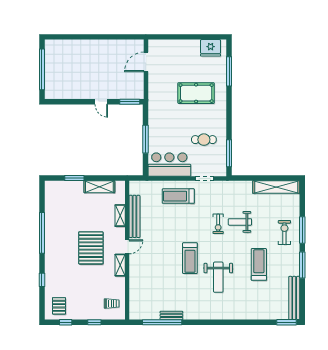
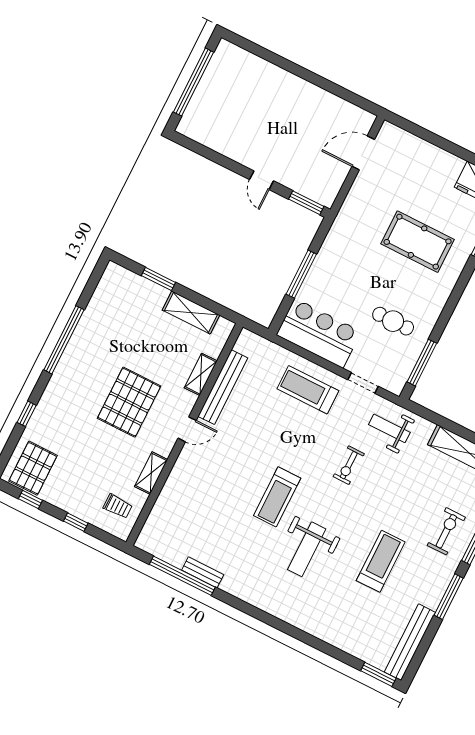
weight bench: (240, 222) -> (389, 428), moved
shelving: (120, 265) -> (151, 473), moved
pallet: (59, 306) -> (33, 468), width x1.50, depth x1.42

